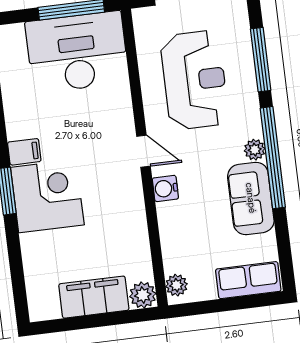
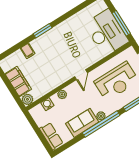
filing cabinet: (24, 152) -> (28, 51), moved
water cooler: (165, 188) -> (47, 104), moved
corner desk: (47, 196) -> (48, 47), removed
plant: (176, 285) -> (62, 94), moved

